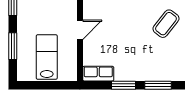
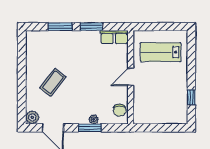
window: (13, 46) -> (191, 62), removed
lab bench: (47, 57) -> (161, 52), turned 90

